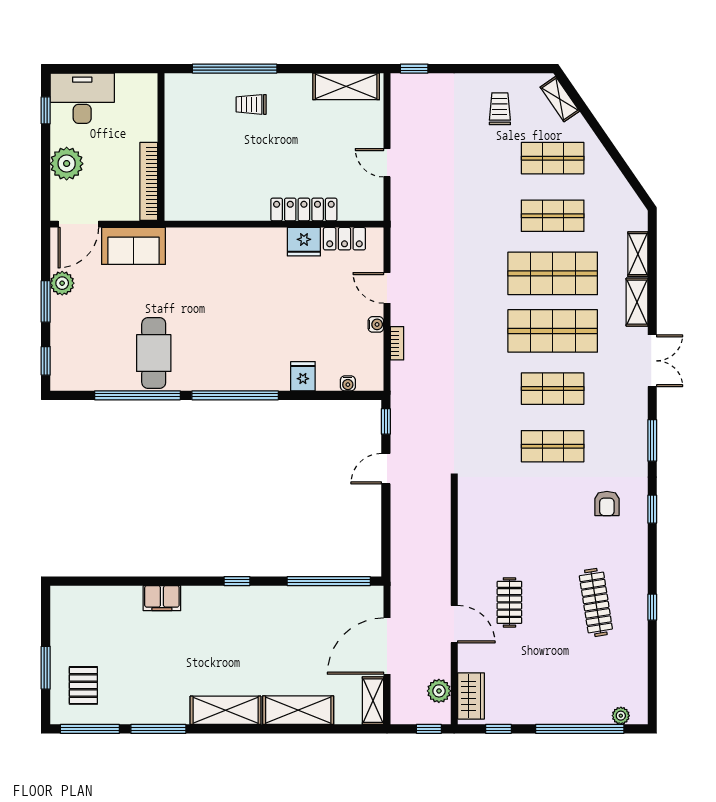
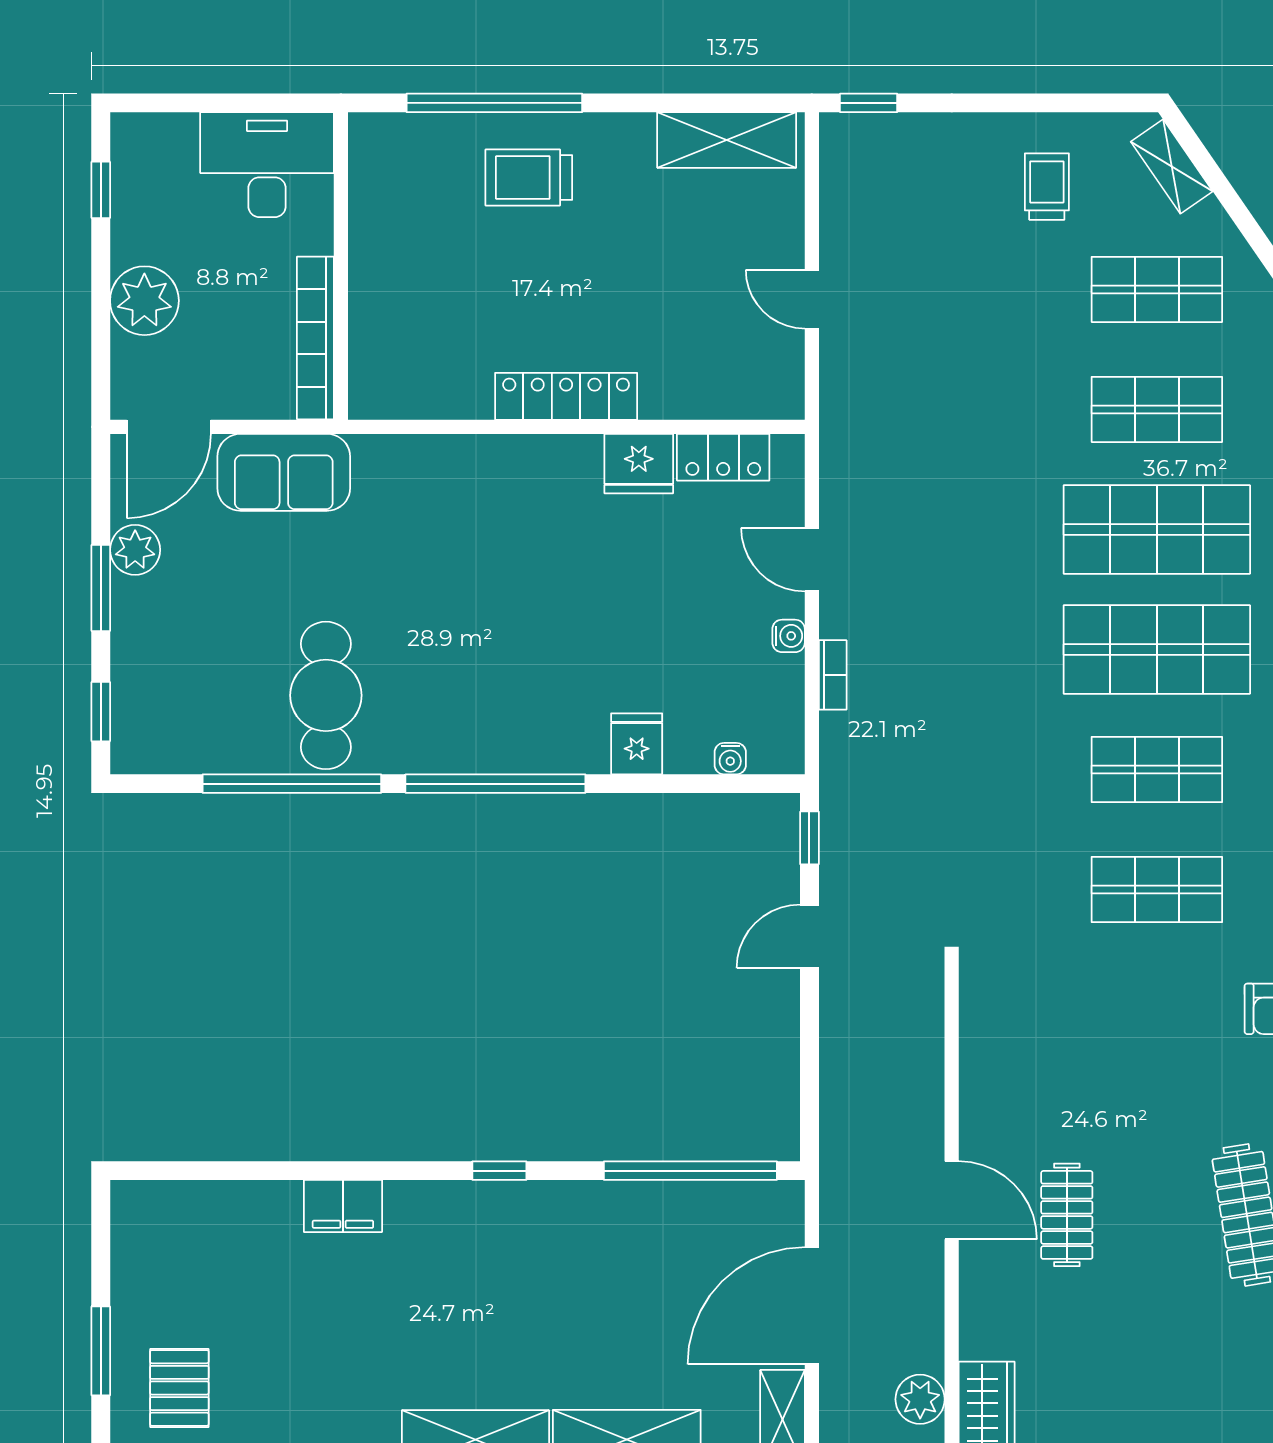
desk: (82, 98) -> (267, 165), moved
trolley: (251, 104) -> (529, 178), width x1.36, depth x1.39
locker: (304, 209) -> (566, 396), moved
door: (454, 624) -> (952, 1200), moved

